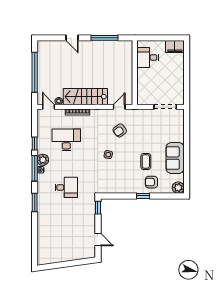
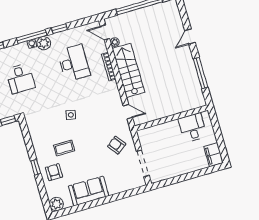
door: (48, 107) -> (105, 32), swing flipped
armchair: (120, 130) -> (117, 145), moved
coffee table: (146, 161) -> (64, 148), moved

